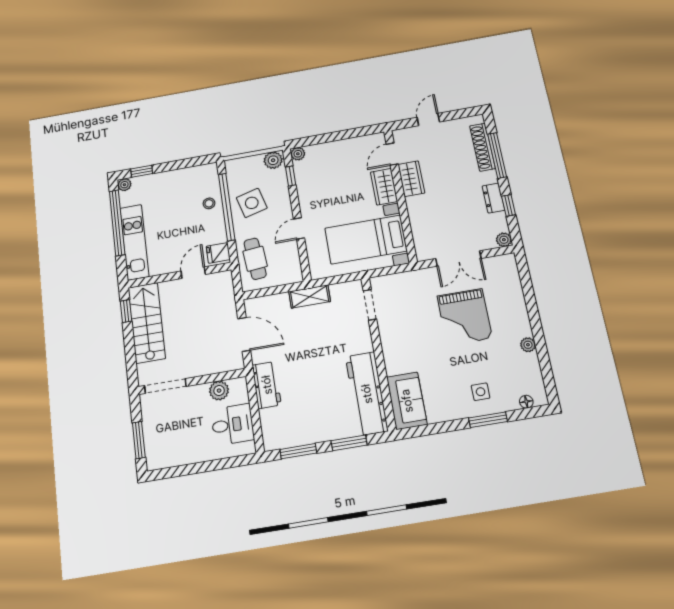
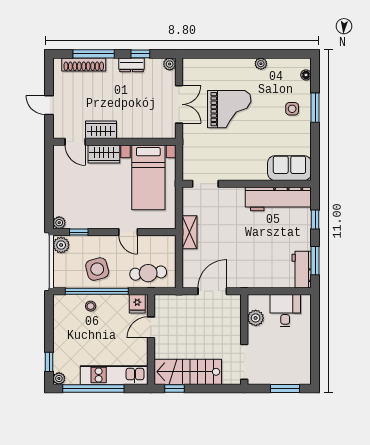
door: (193, 273) -> (151, 327), hinge flipped
workbench: (267, 385) -> (302, 270), moved, turned -90
window: (349, 443) -> (315, 219), width x0.67

